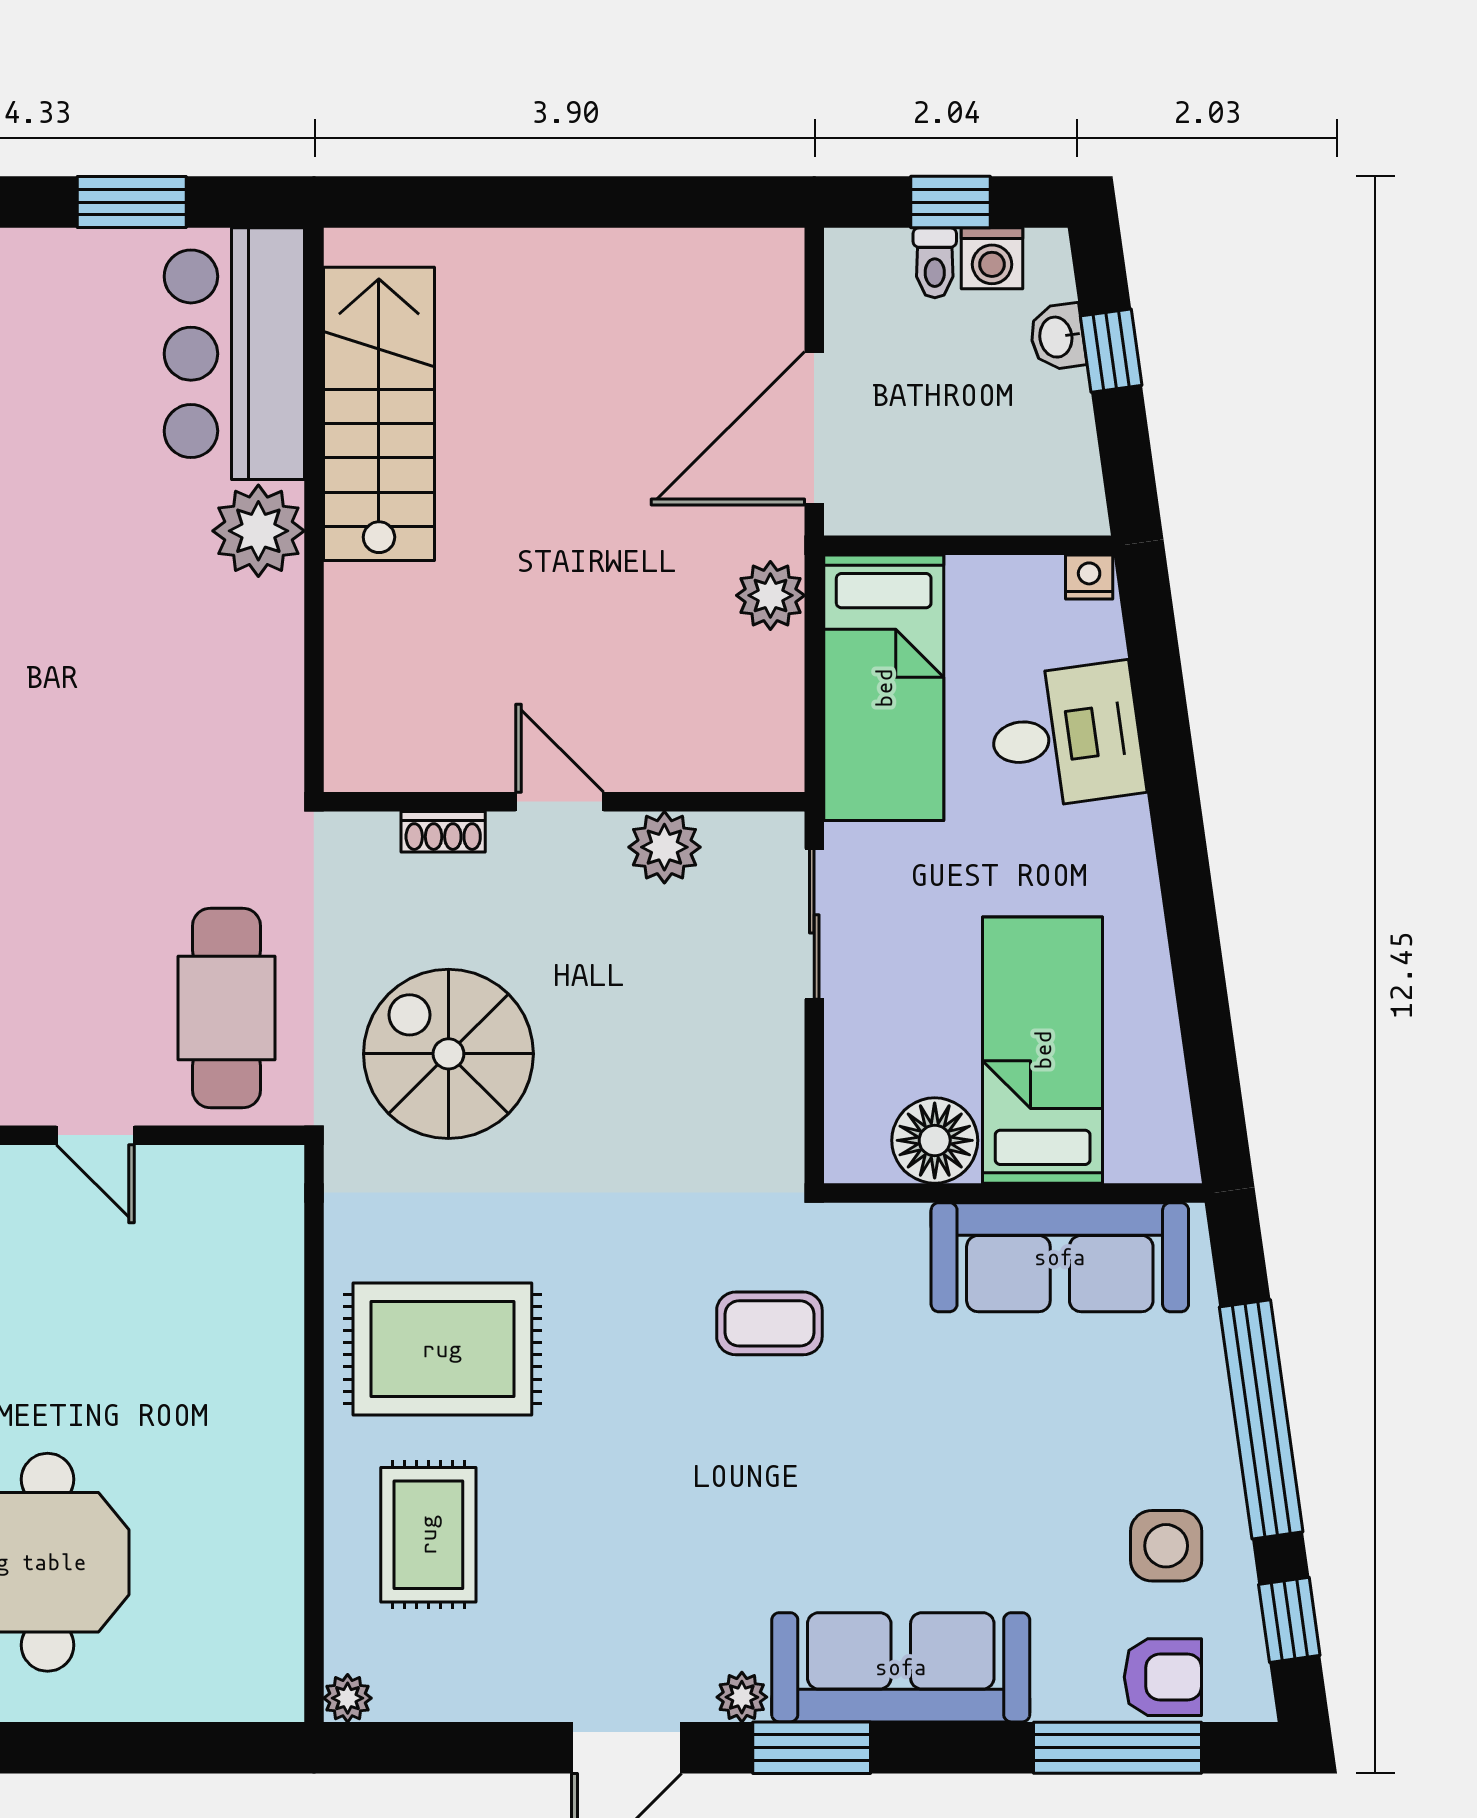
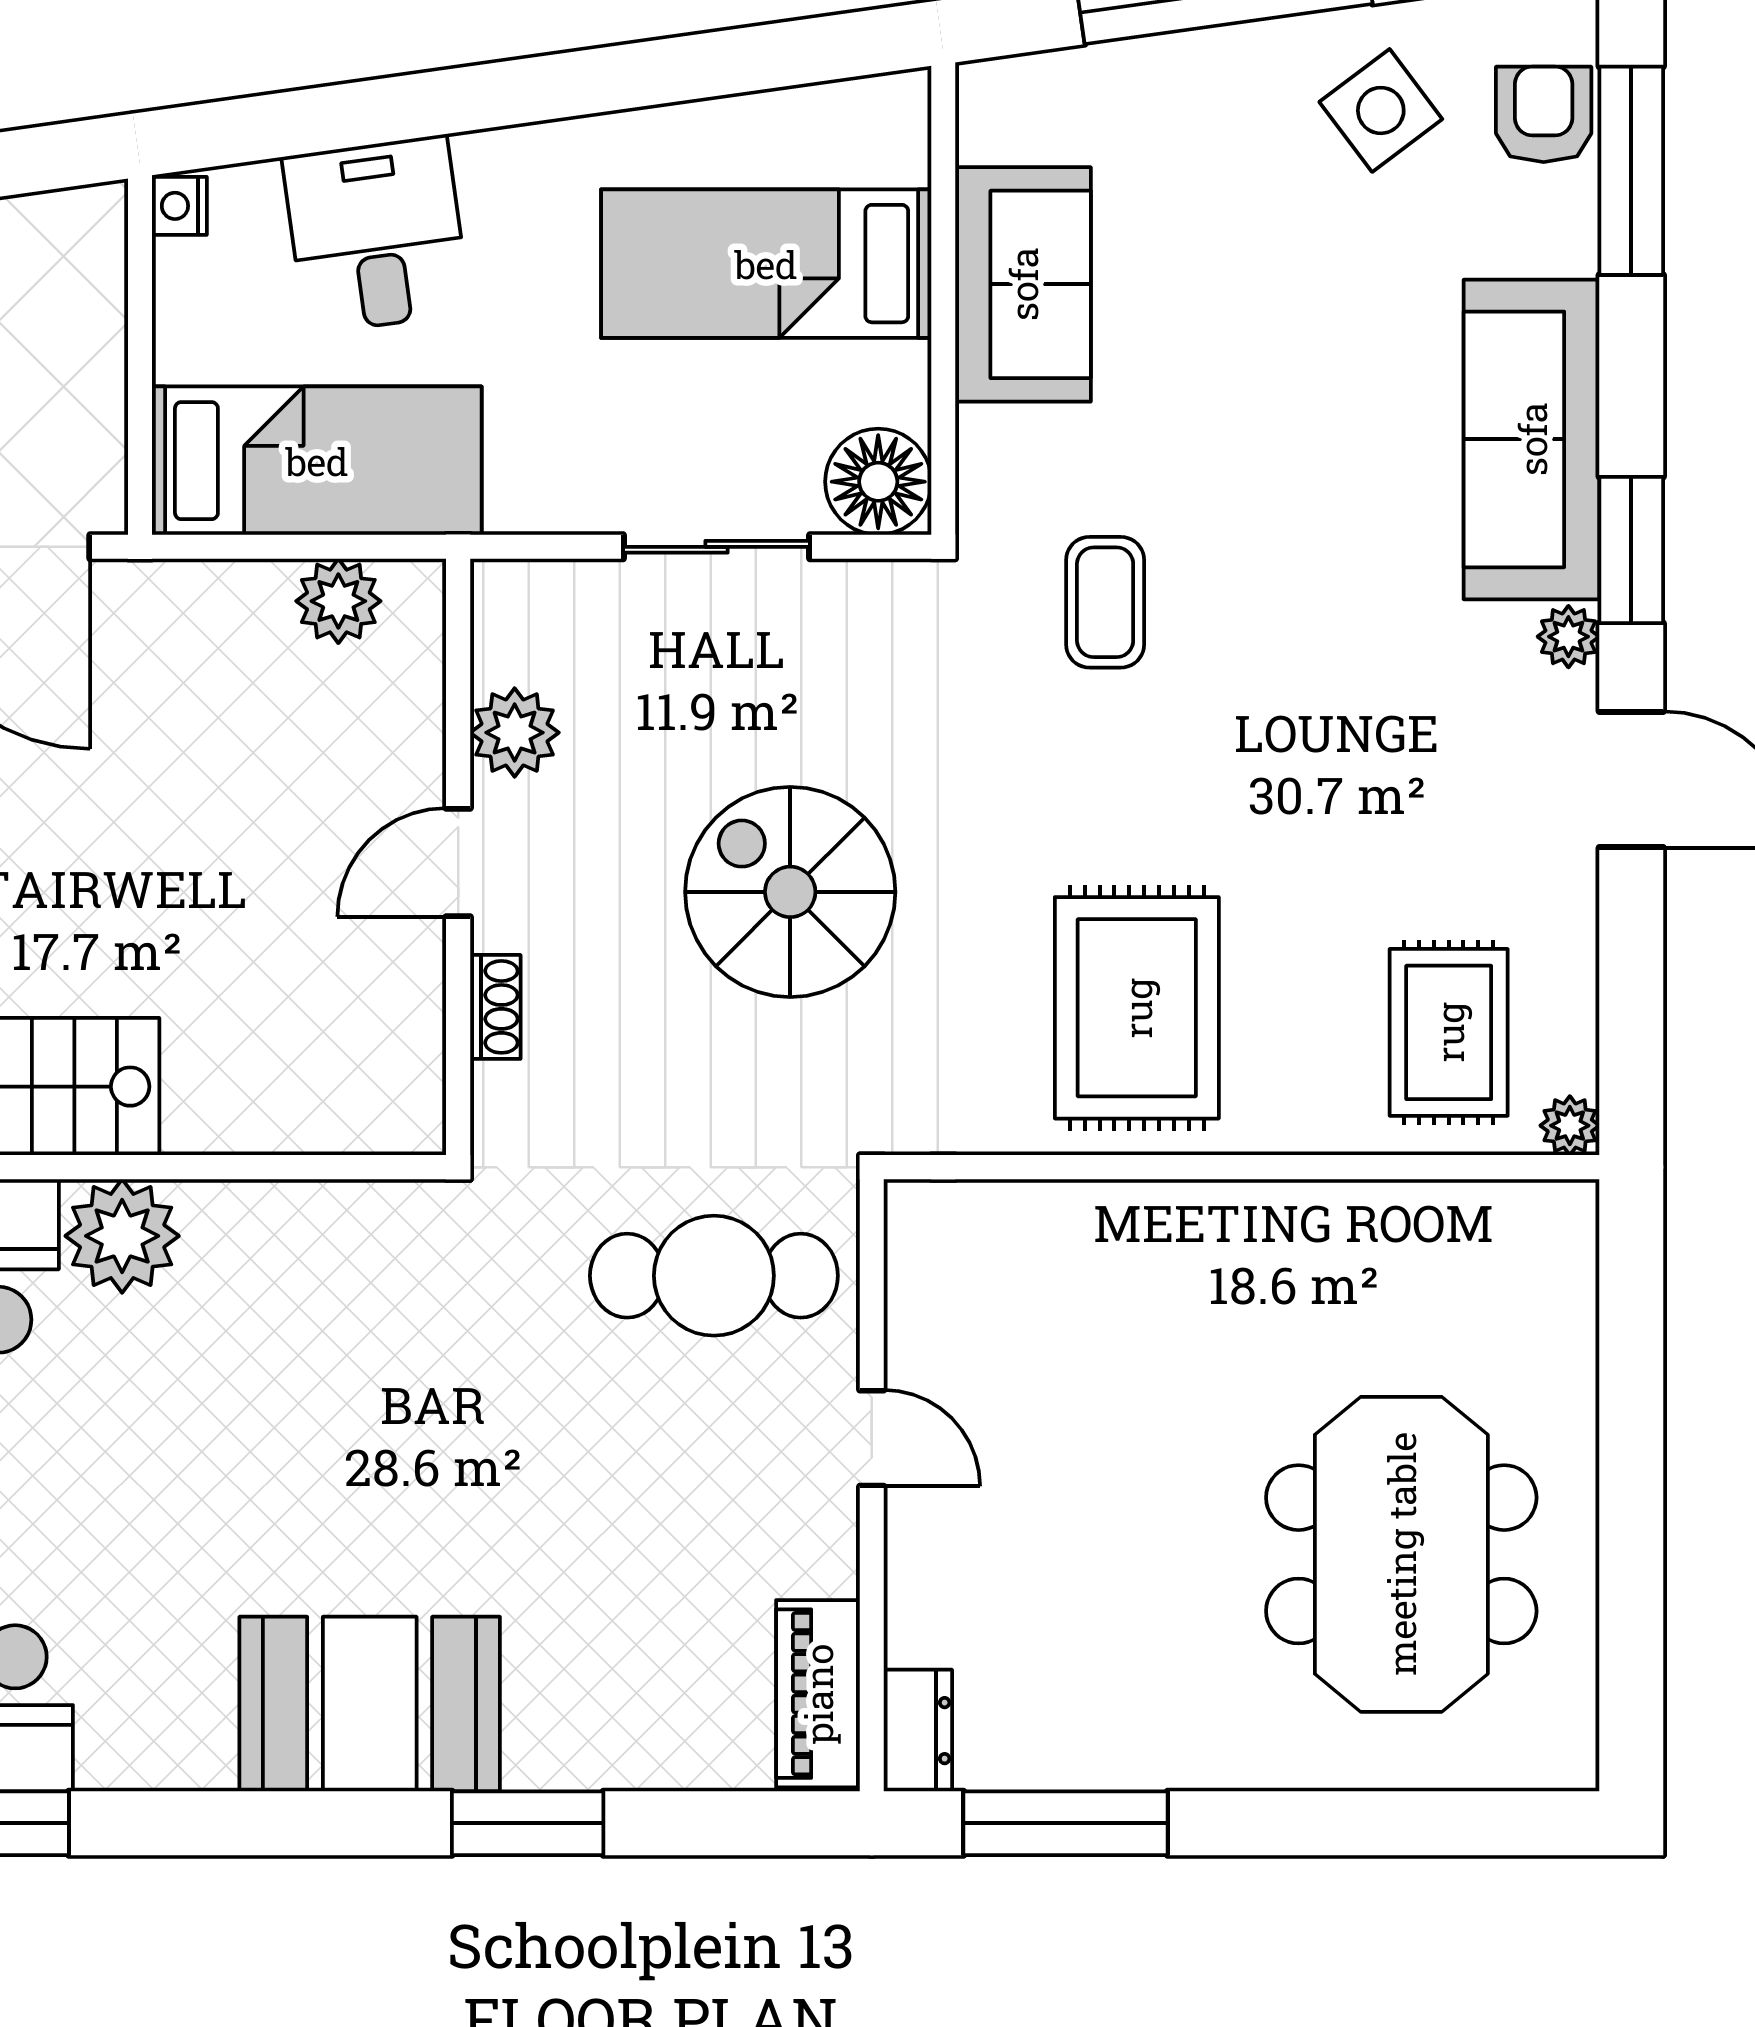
plant: (770, 595) -> (338, 601), moved
sliding door: (814, 924) -> (717, 547), moved
spiral stairs: (448, 1054) -> (790, 892), moved, turned 90
door: (95, 1135) -> (872, 1438), hinge flipped
floor lamp: (935, 1140) -> (878, 482), moved
sofa: (1060, 1257) -> (1023, 284), width x0.73
rug: (428, 1535) -> (1449, 1032), moved, turned 90
side table: (1166, 1546) -> (1381, 110), turned -37

